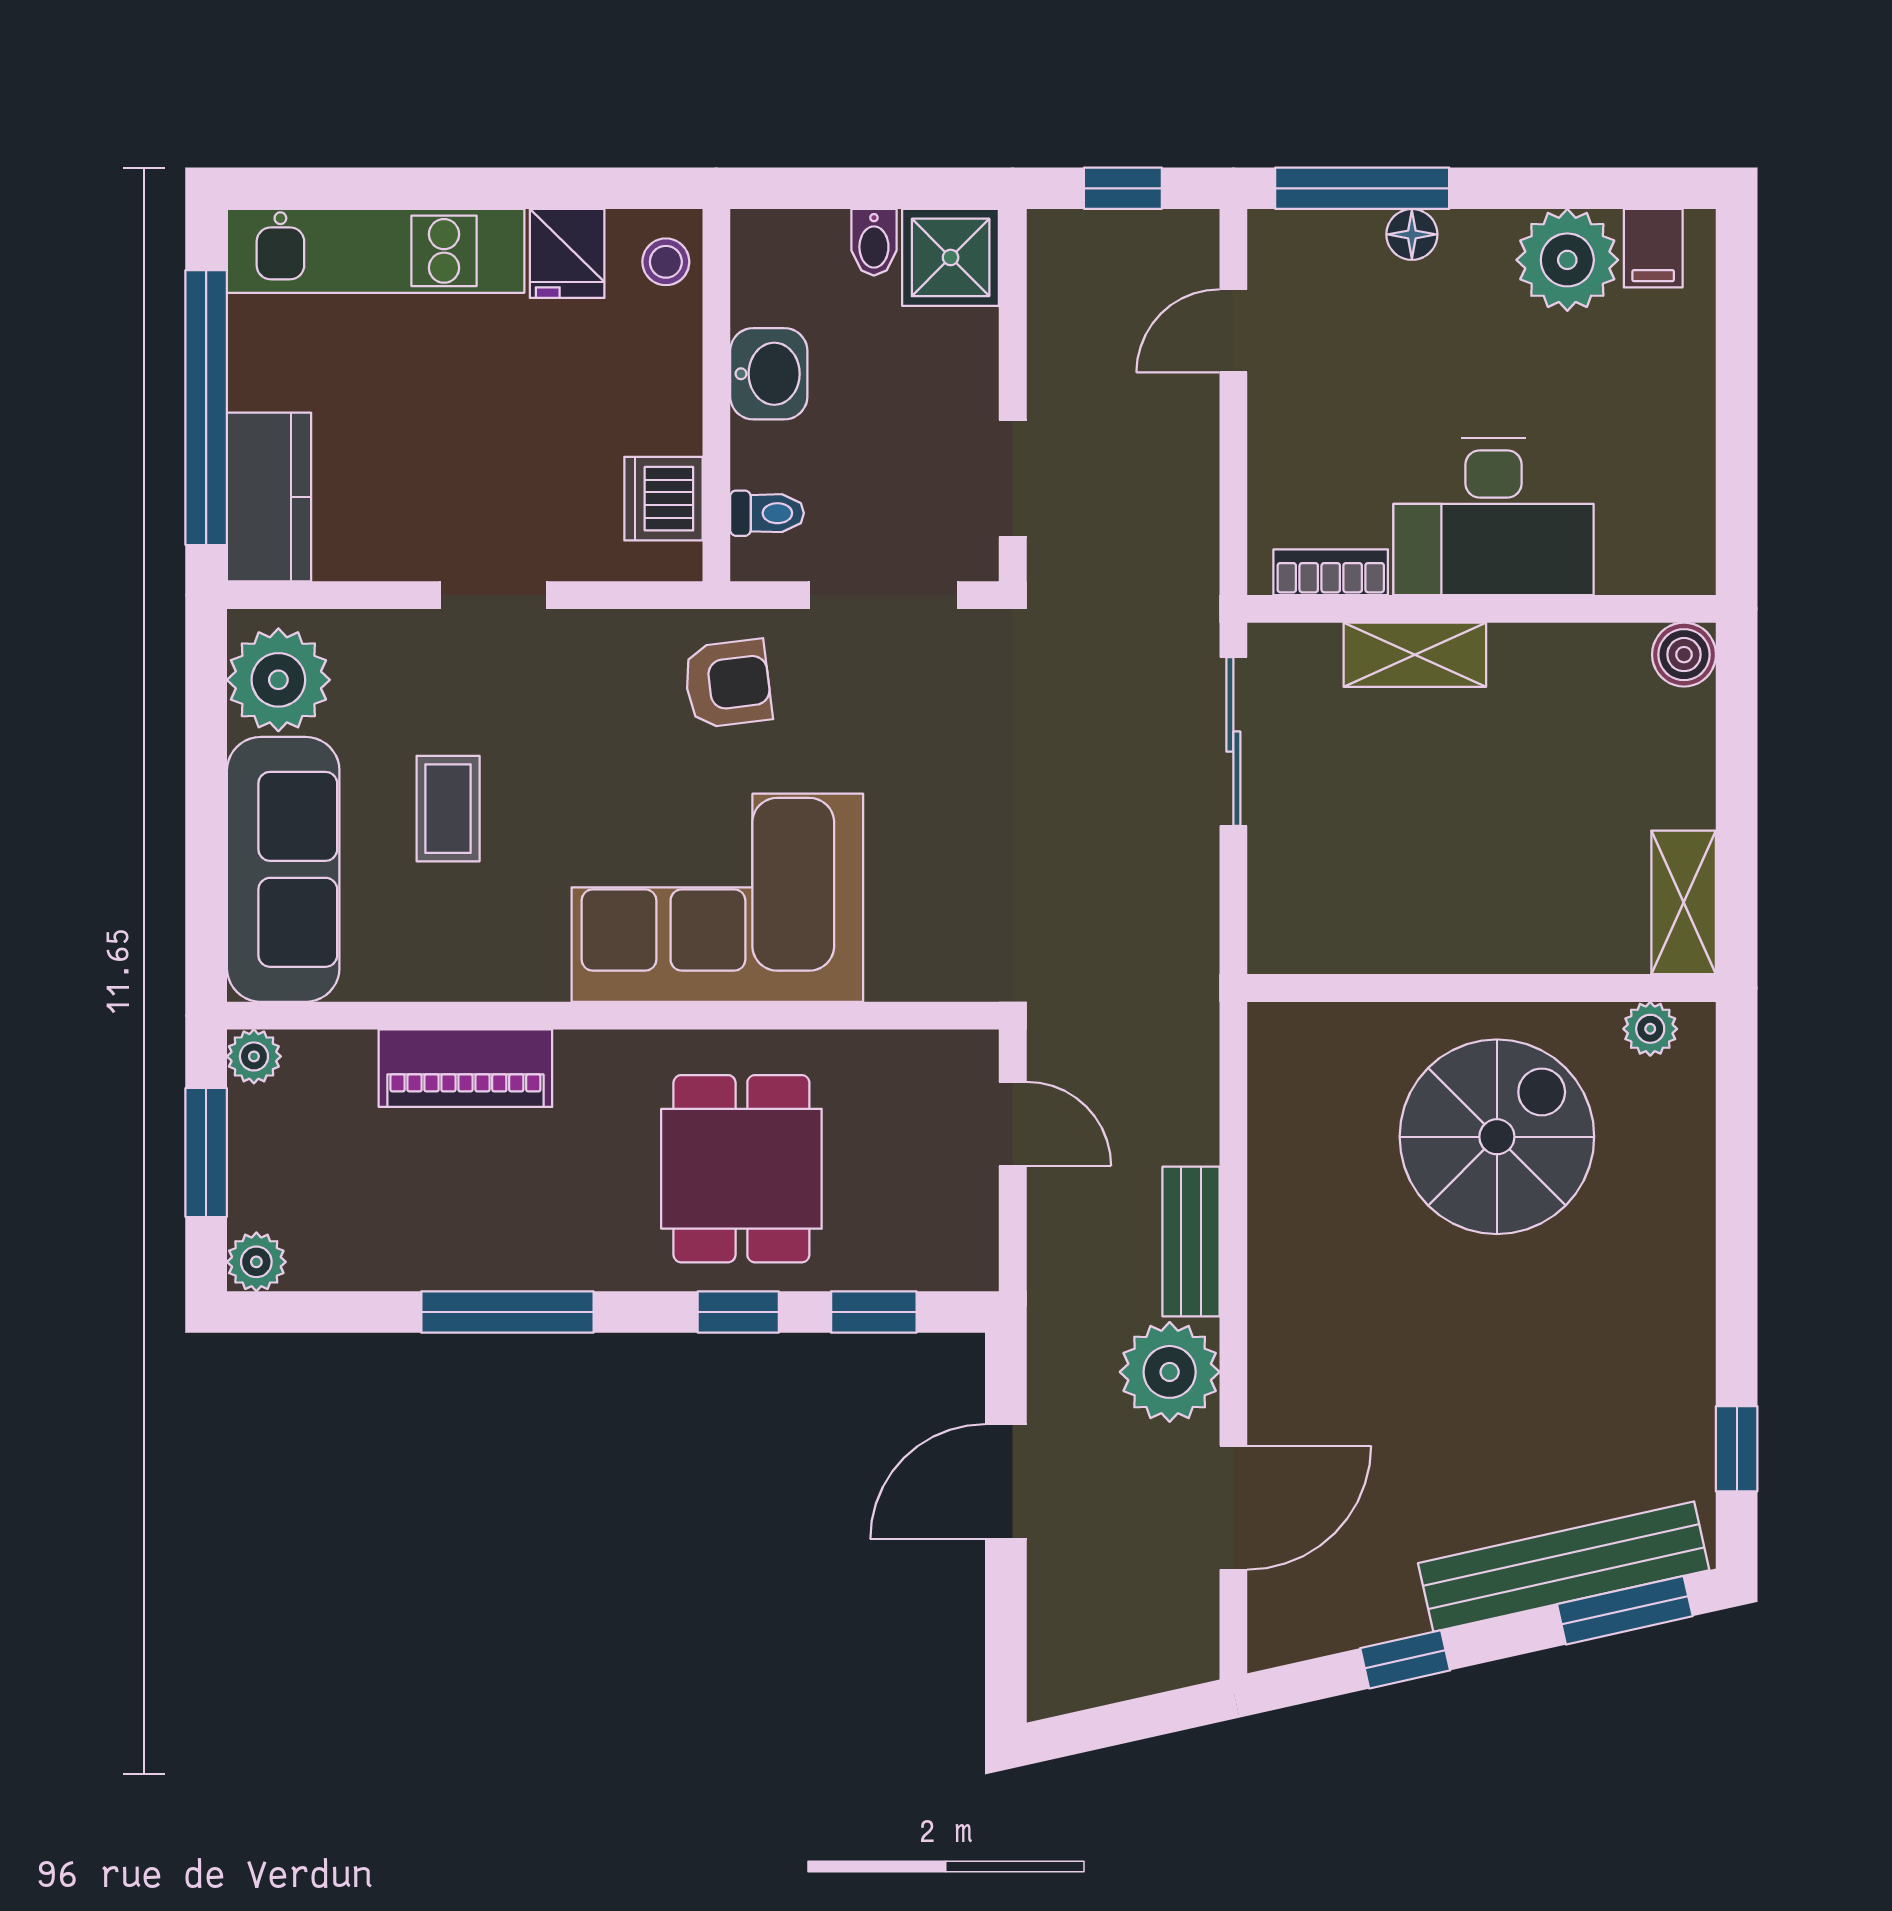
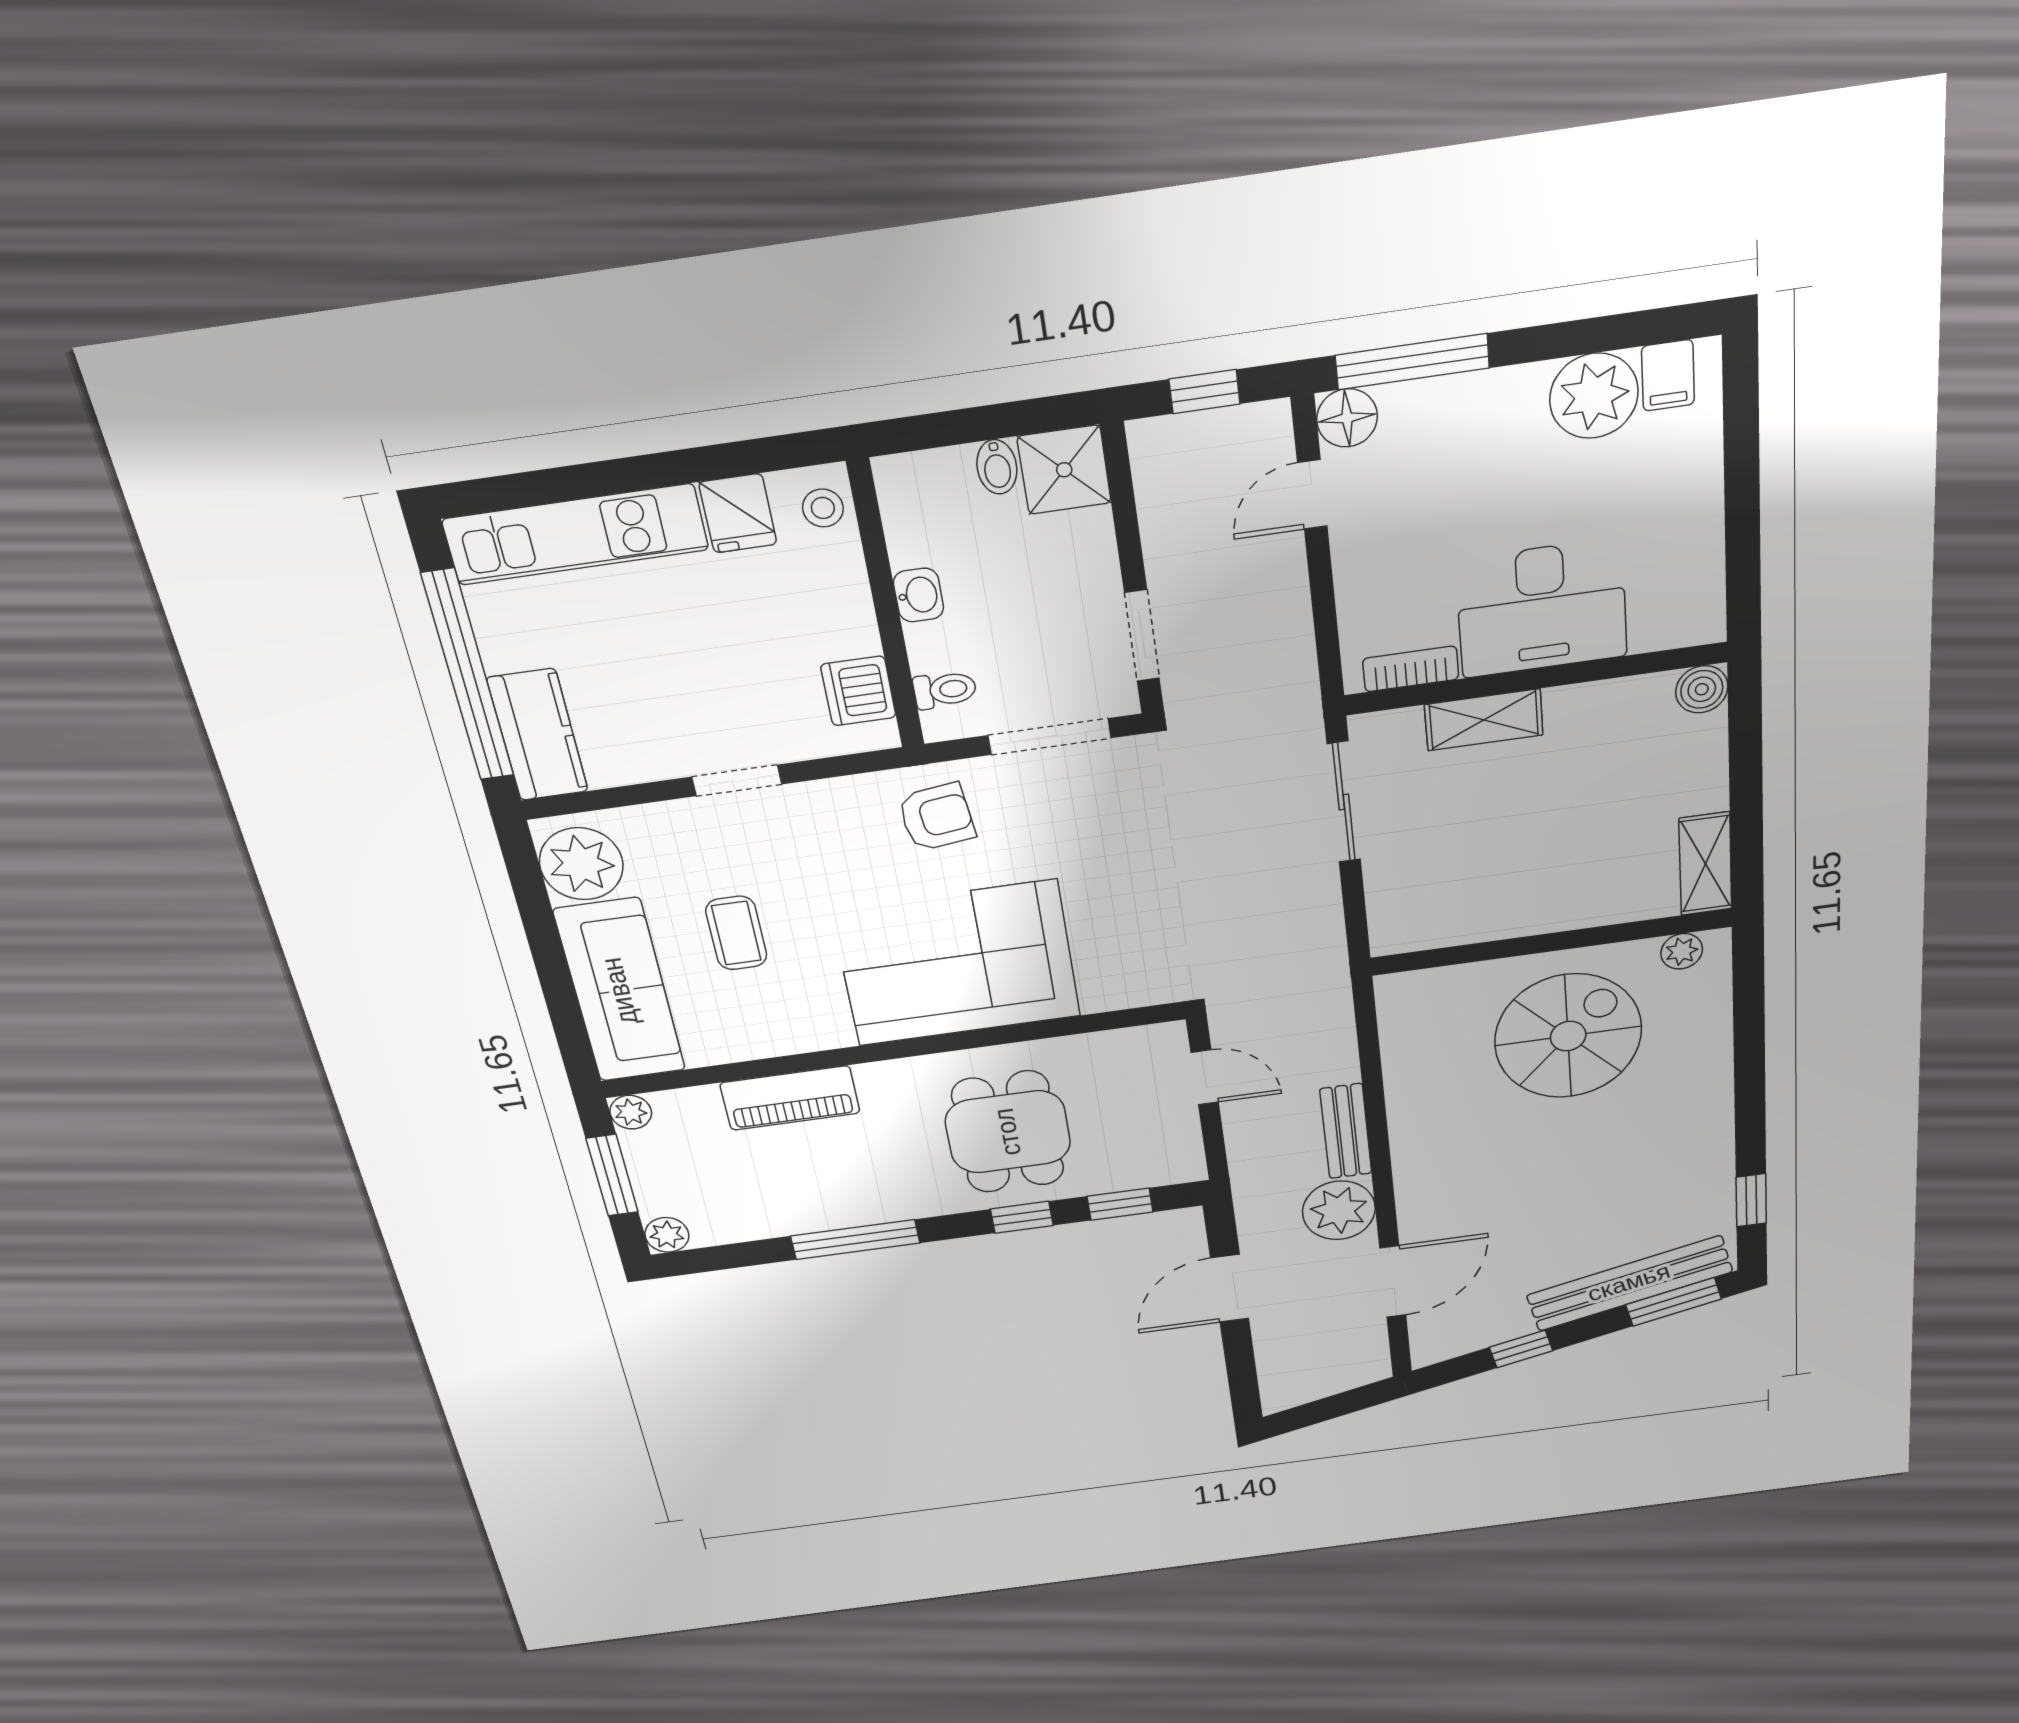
floor lamp: (1412, 234) -> (1347, 418), moved, width x1.37, depth x1.37
washbasin: (769, 374) -> (918, 595), width x0.72, depth x0.69

